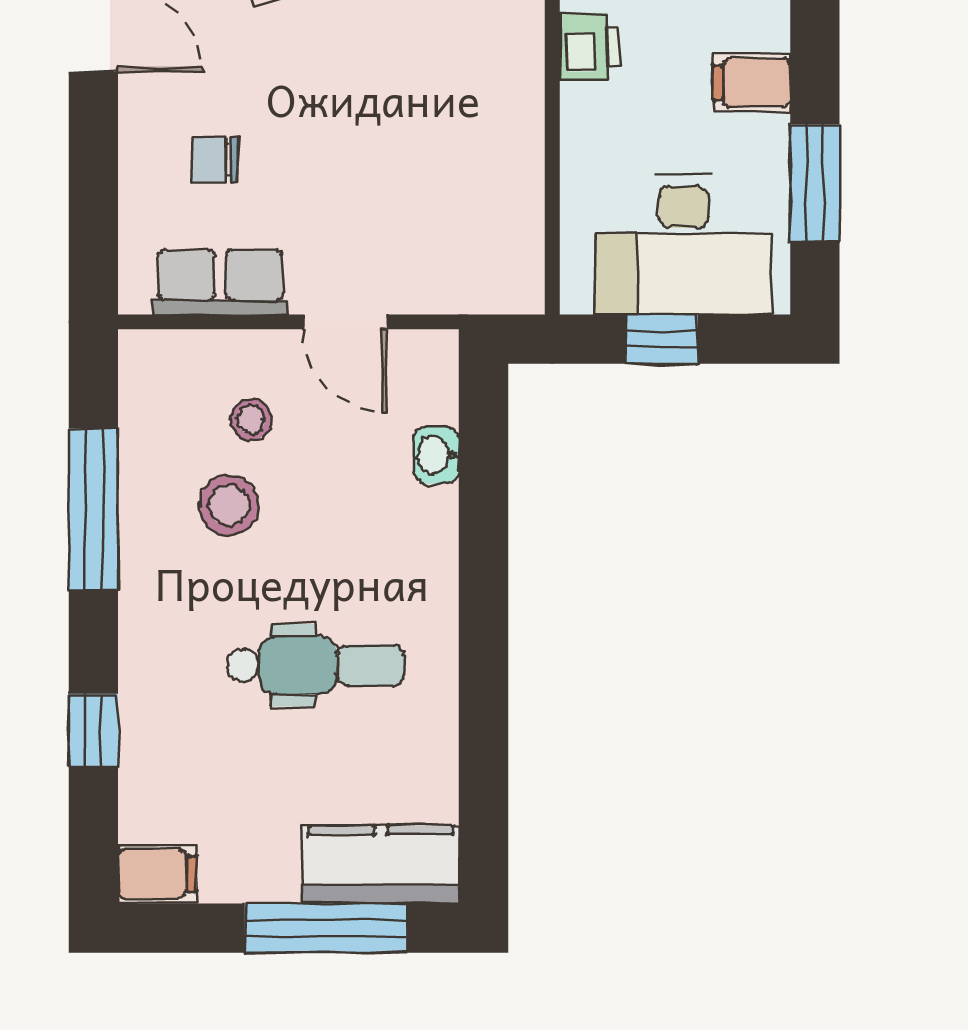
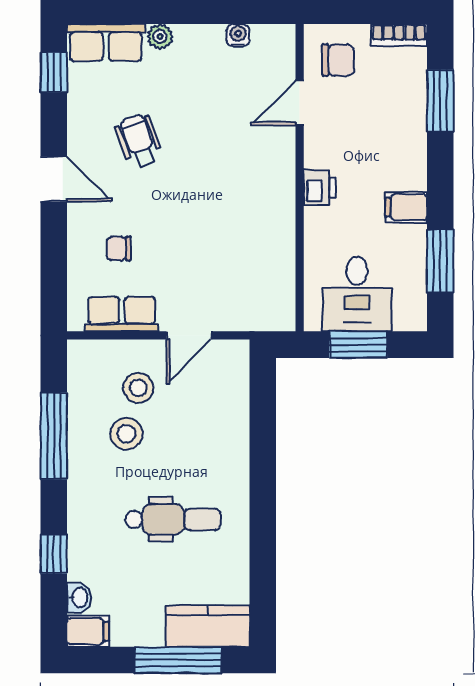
desk: (684, 245) -> (357, 294), width x0.73
door: (345, 322) -> (189, 335), hinge flipped
window: (661, 339) -> (358, 345), width x1.50
stool: (251, 420) -> (138, 388), width x1.37, depth x1.37
washbasin: (436, 455) -> (79, 598), moved, turned 180

